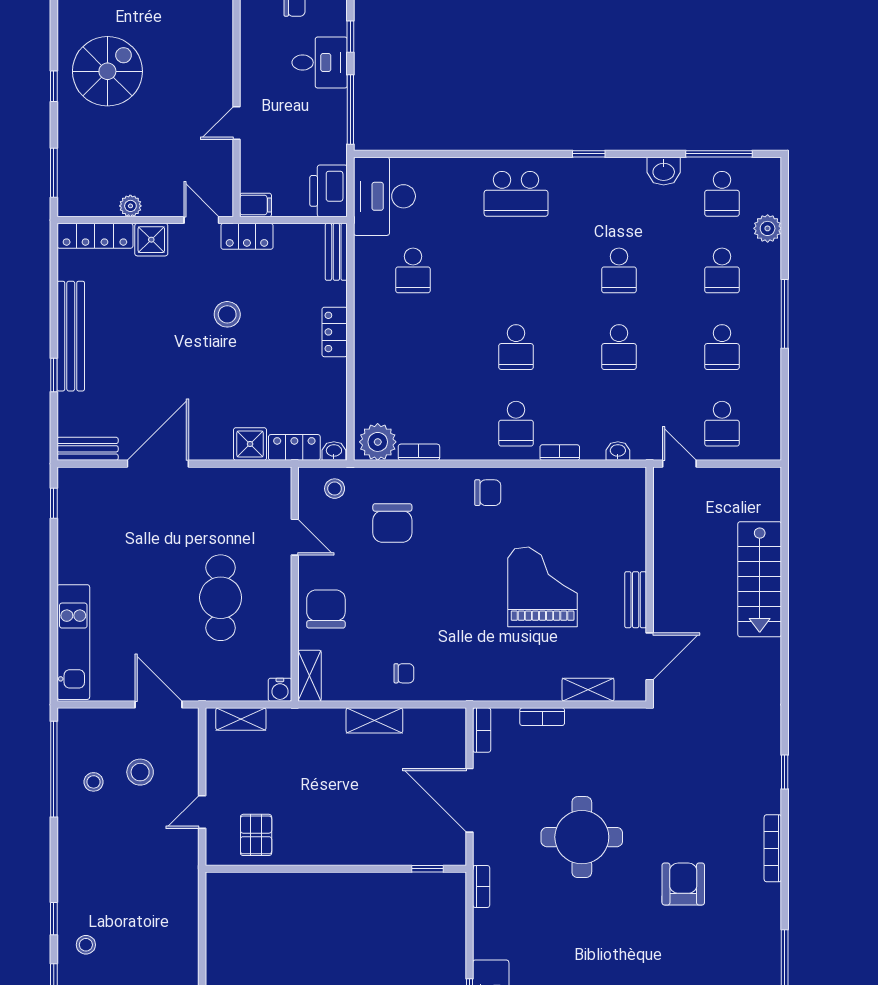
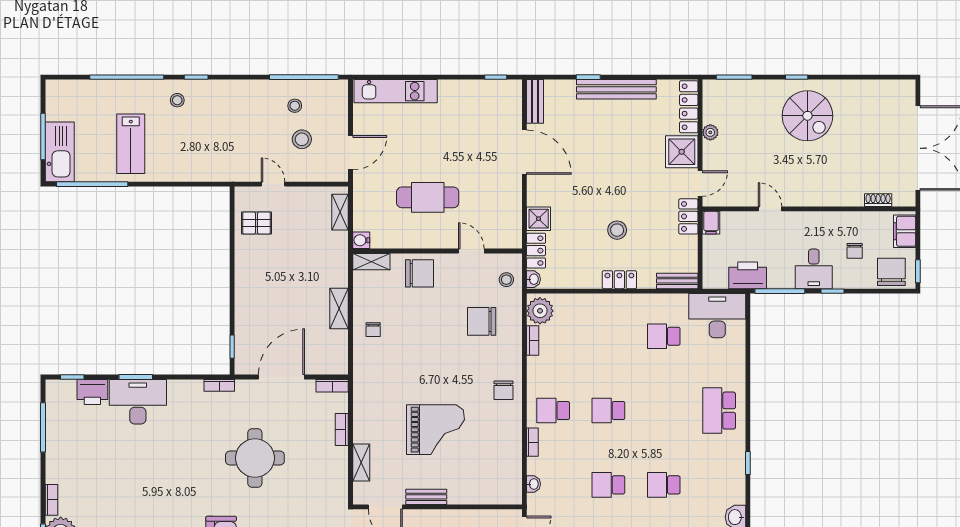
printer: (329, 191) -> (748, 275), moved
shower: (151, 240) -> (682, 152), width x1.36, depth x1.36
stool: (227, 314) -> (617, 230), moved
door: (295, 537) -> (471, 251), swing flipped

